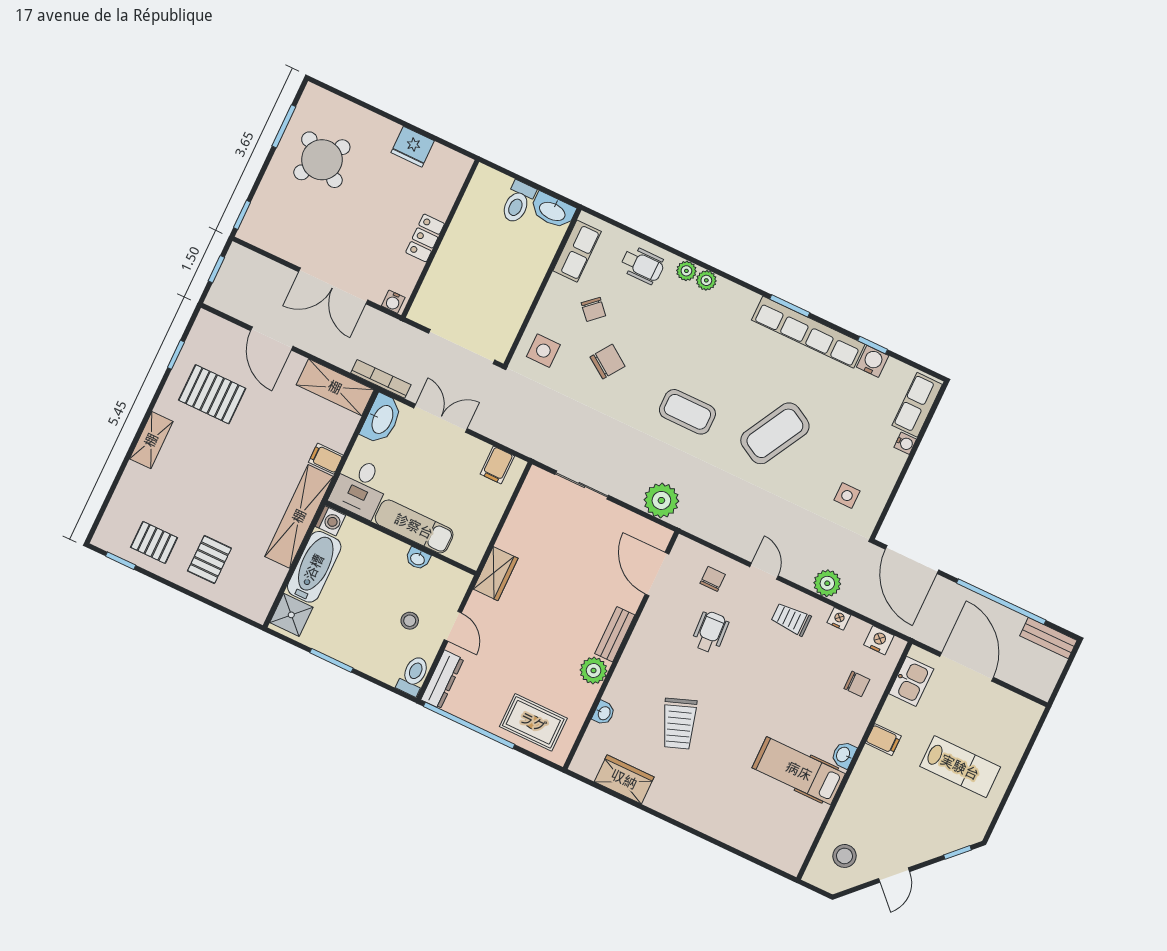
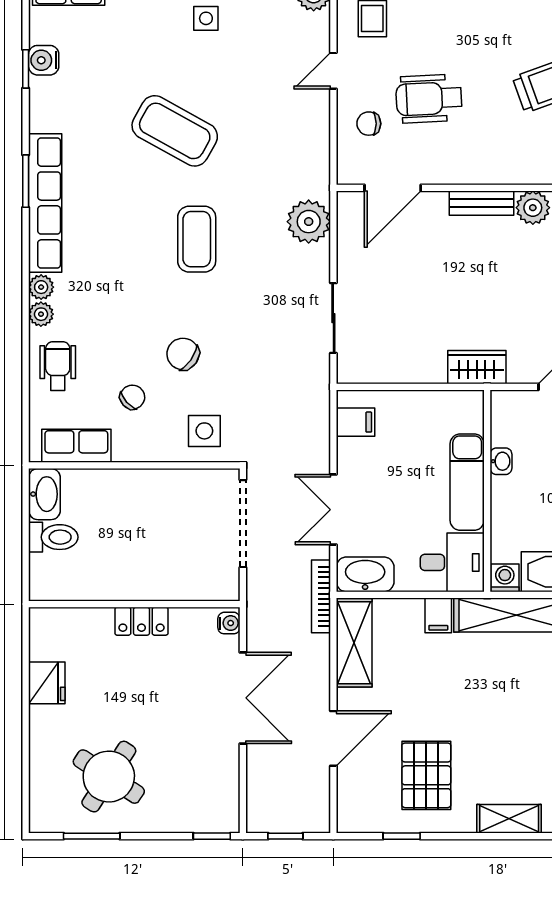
row of seats: (808, 332) -> (45, 203), moved
wheelchair: (710, 632) -> (429, 99), width x1.36, depth x1.37

